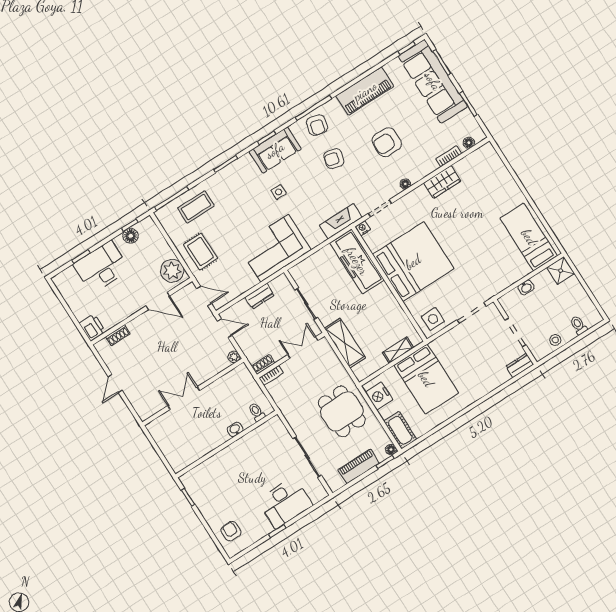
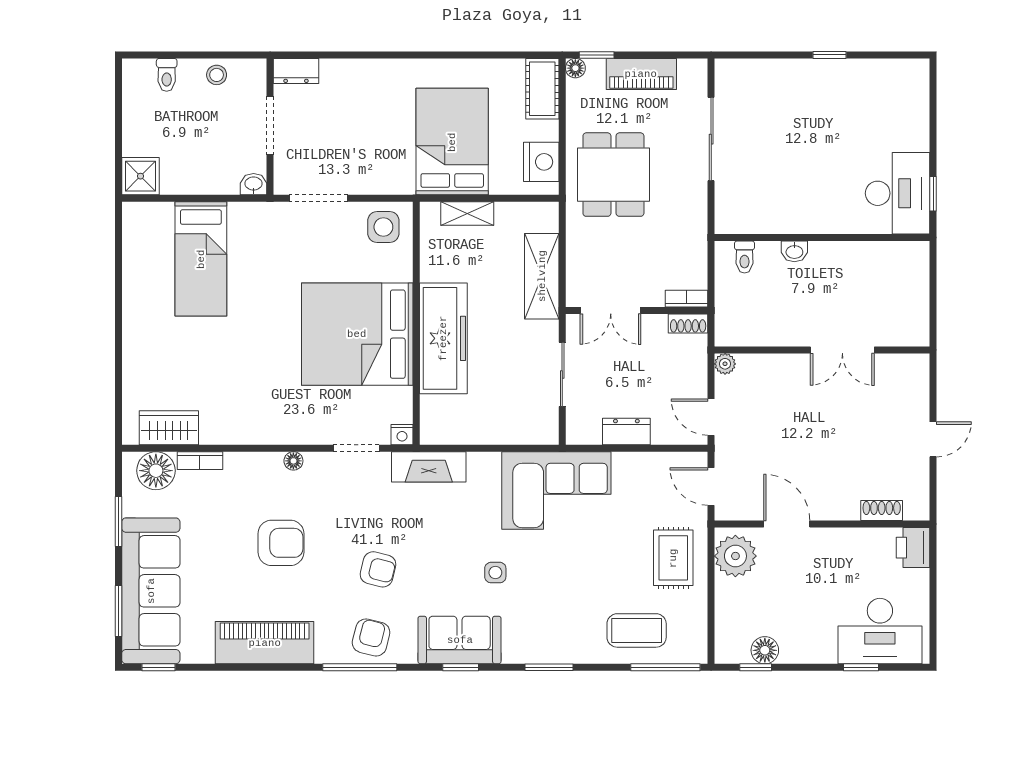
floor lamp: (469, 143) -> (156, 471), width x1.89, depth x1.89
wardrobe: (442, 182) -> (169, 428), moved
bed: (529, 237) -> (201, 259), moved
freezer: (357, 261) -> (443, 338), moved
desk: (101, 267) -> (880, 631), moved
washbasin: (526, 287) -> (254, 184), moved
desk: (285, 503) -> (898, 193), moved, turned 90
armchair: (231, 531) -> (900, 100), removed

